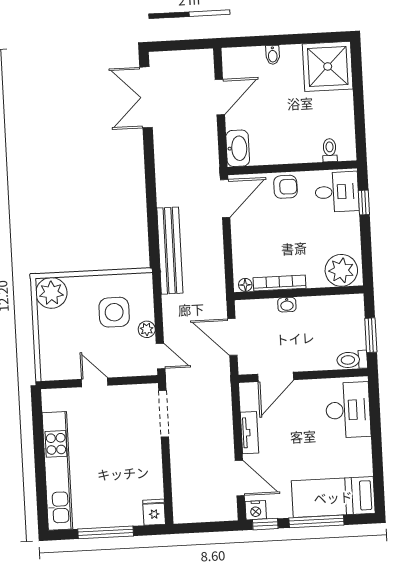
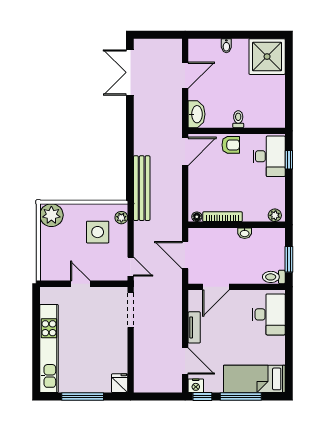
toilet: (330, 150) -> (238, 119), moved
desk: (337, 192) -> (269, 156), width x1.37
plant: (341, 270) -> (275, 215), width x0.53, depth x0.53
washbasin: (287, 305) -> (245, 233), moved
plant: (147, 329) -> (121, 218), moved

